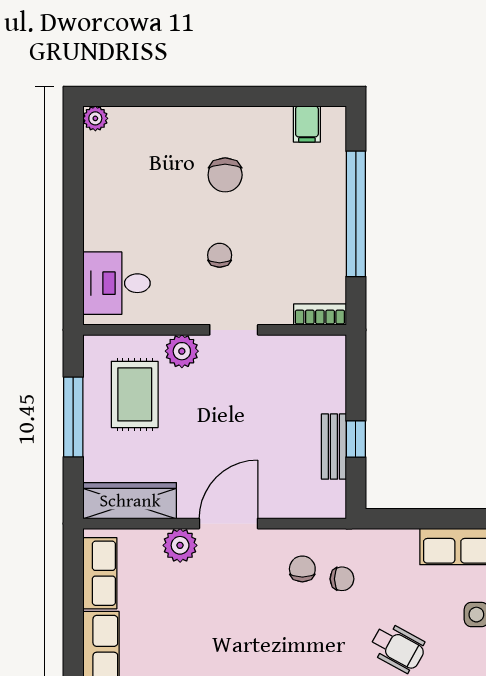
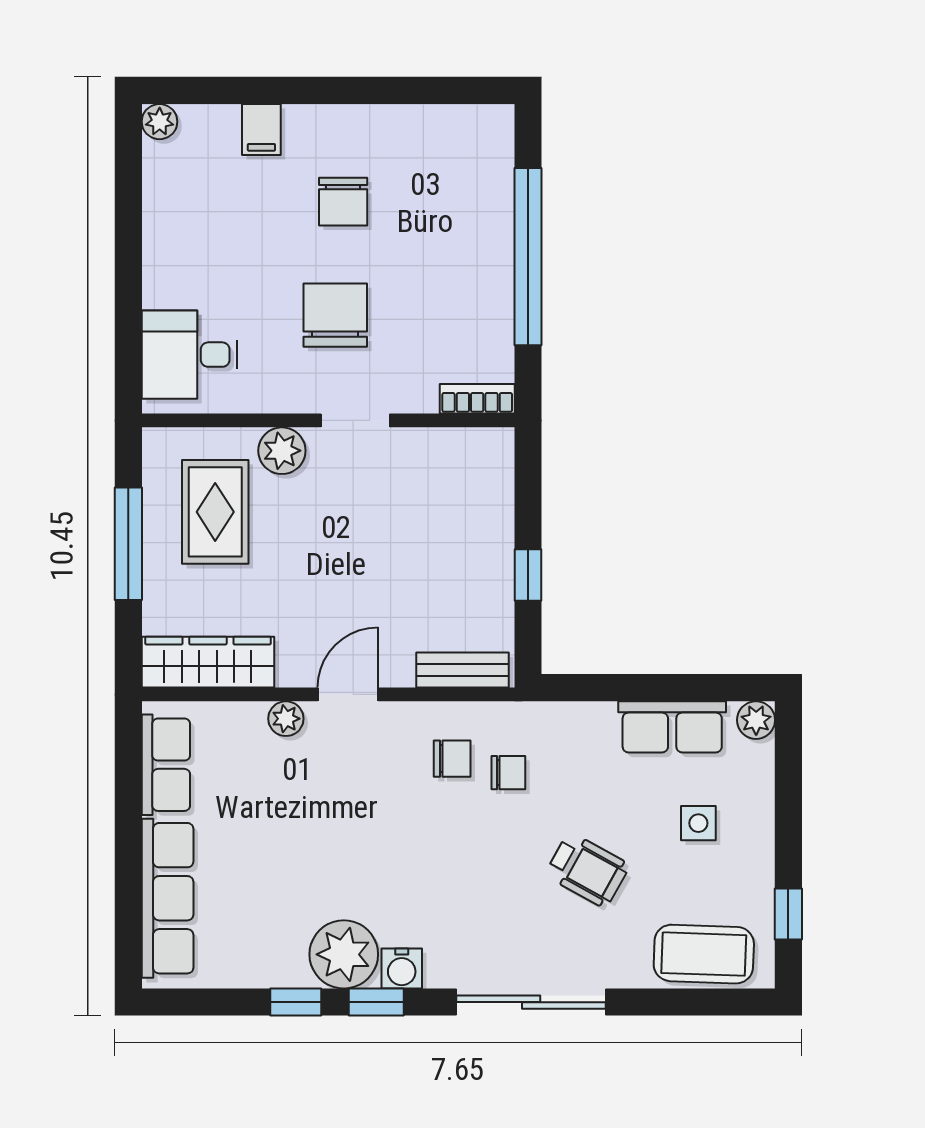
filing cabinet: (307, 124) -> (261, 129), moved
chair: (220, 255) -> (335, 315), width x1.87, depth x1.87
bench: (334, 447) -> (463, 670), moved, turned 90
door: (228, 524) -> (348, 694), width x0.73
plant: (180, 545) -> (286, 719), width x0.73, depth x0.73
chair: (302, 569) -> (452, 759), turned 90

